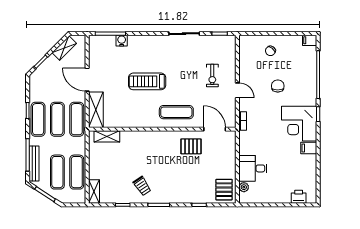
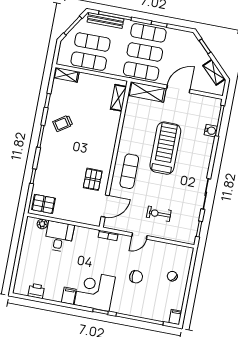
treadmill: (147, 81) -> (165, 148), width x1.37, depth x1.38
printer: (299, 197) -> (36, 291), moved, turned -90

